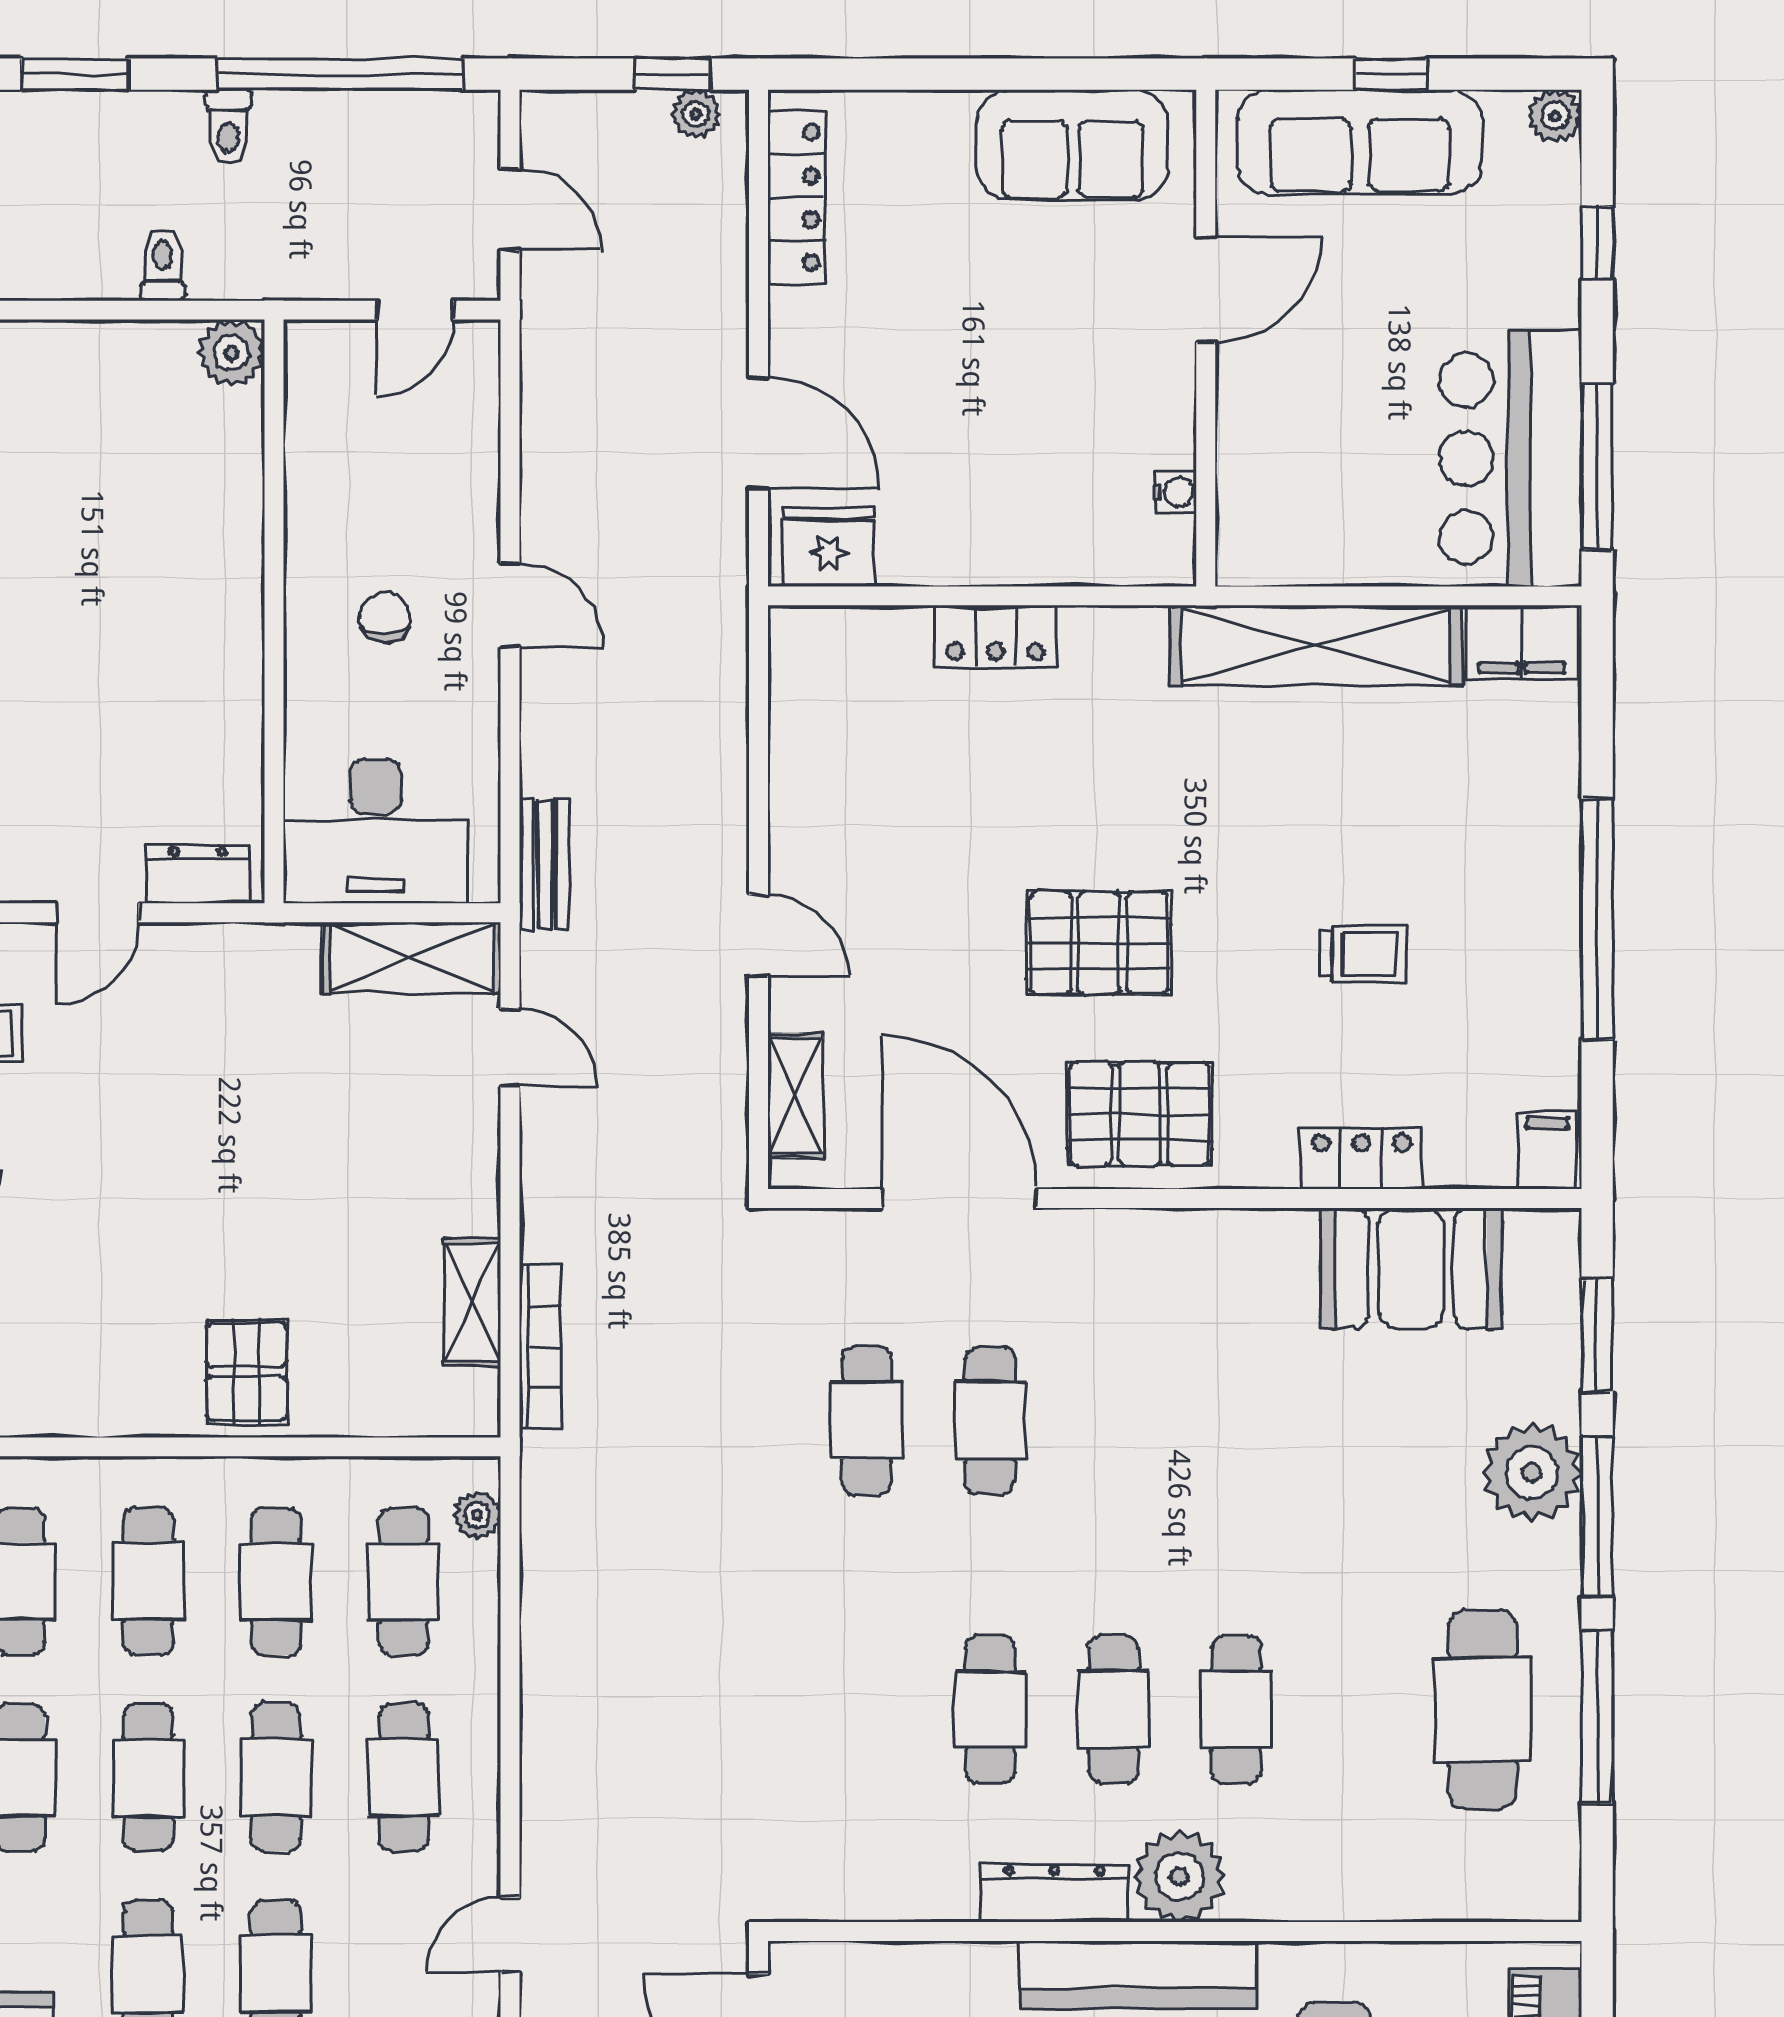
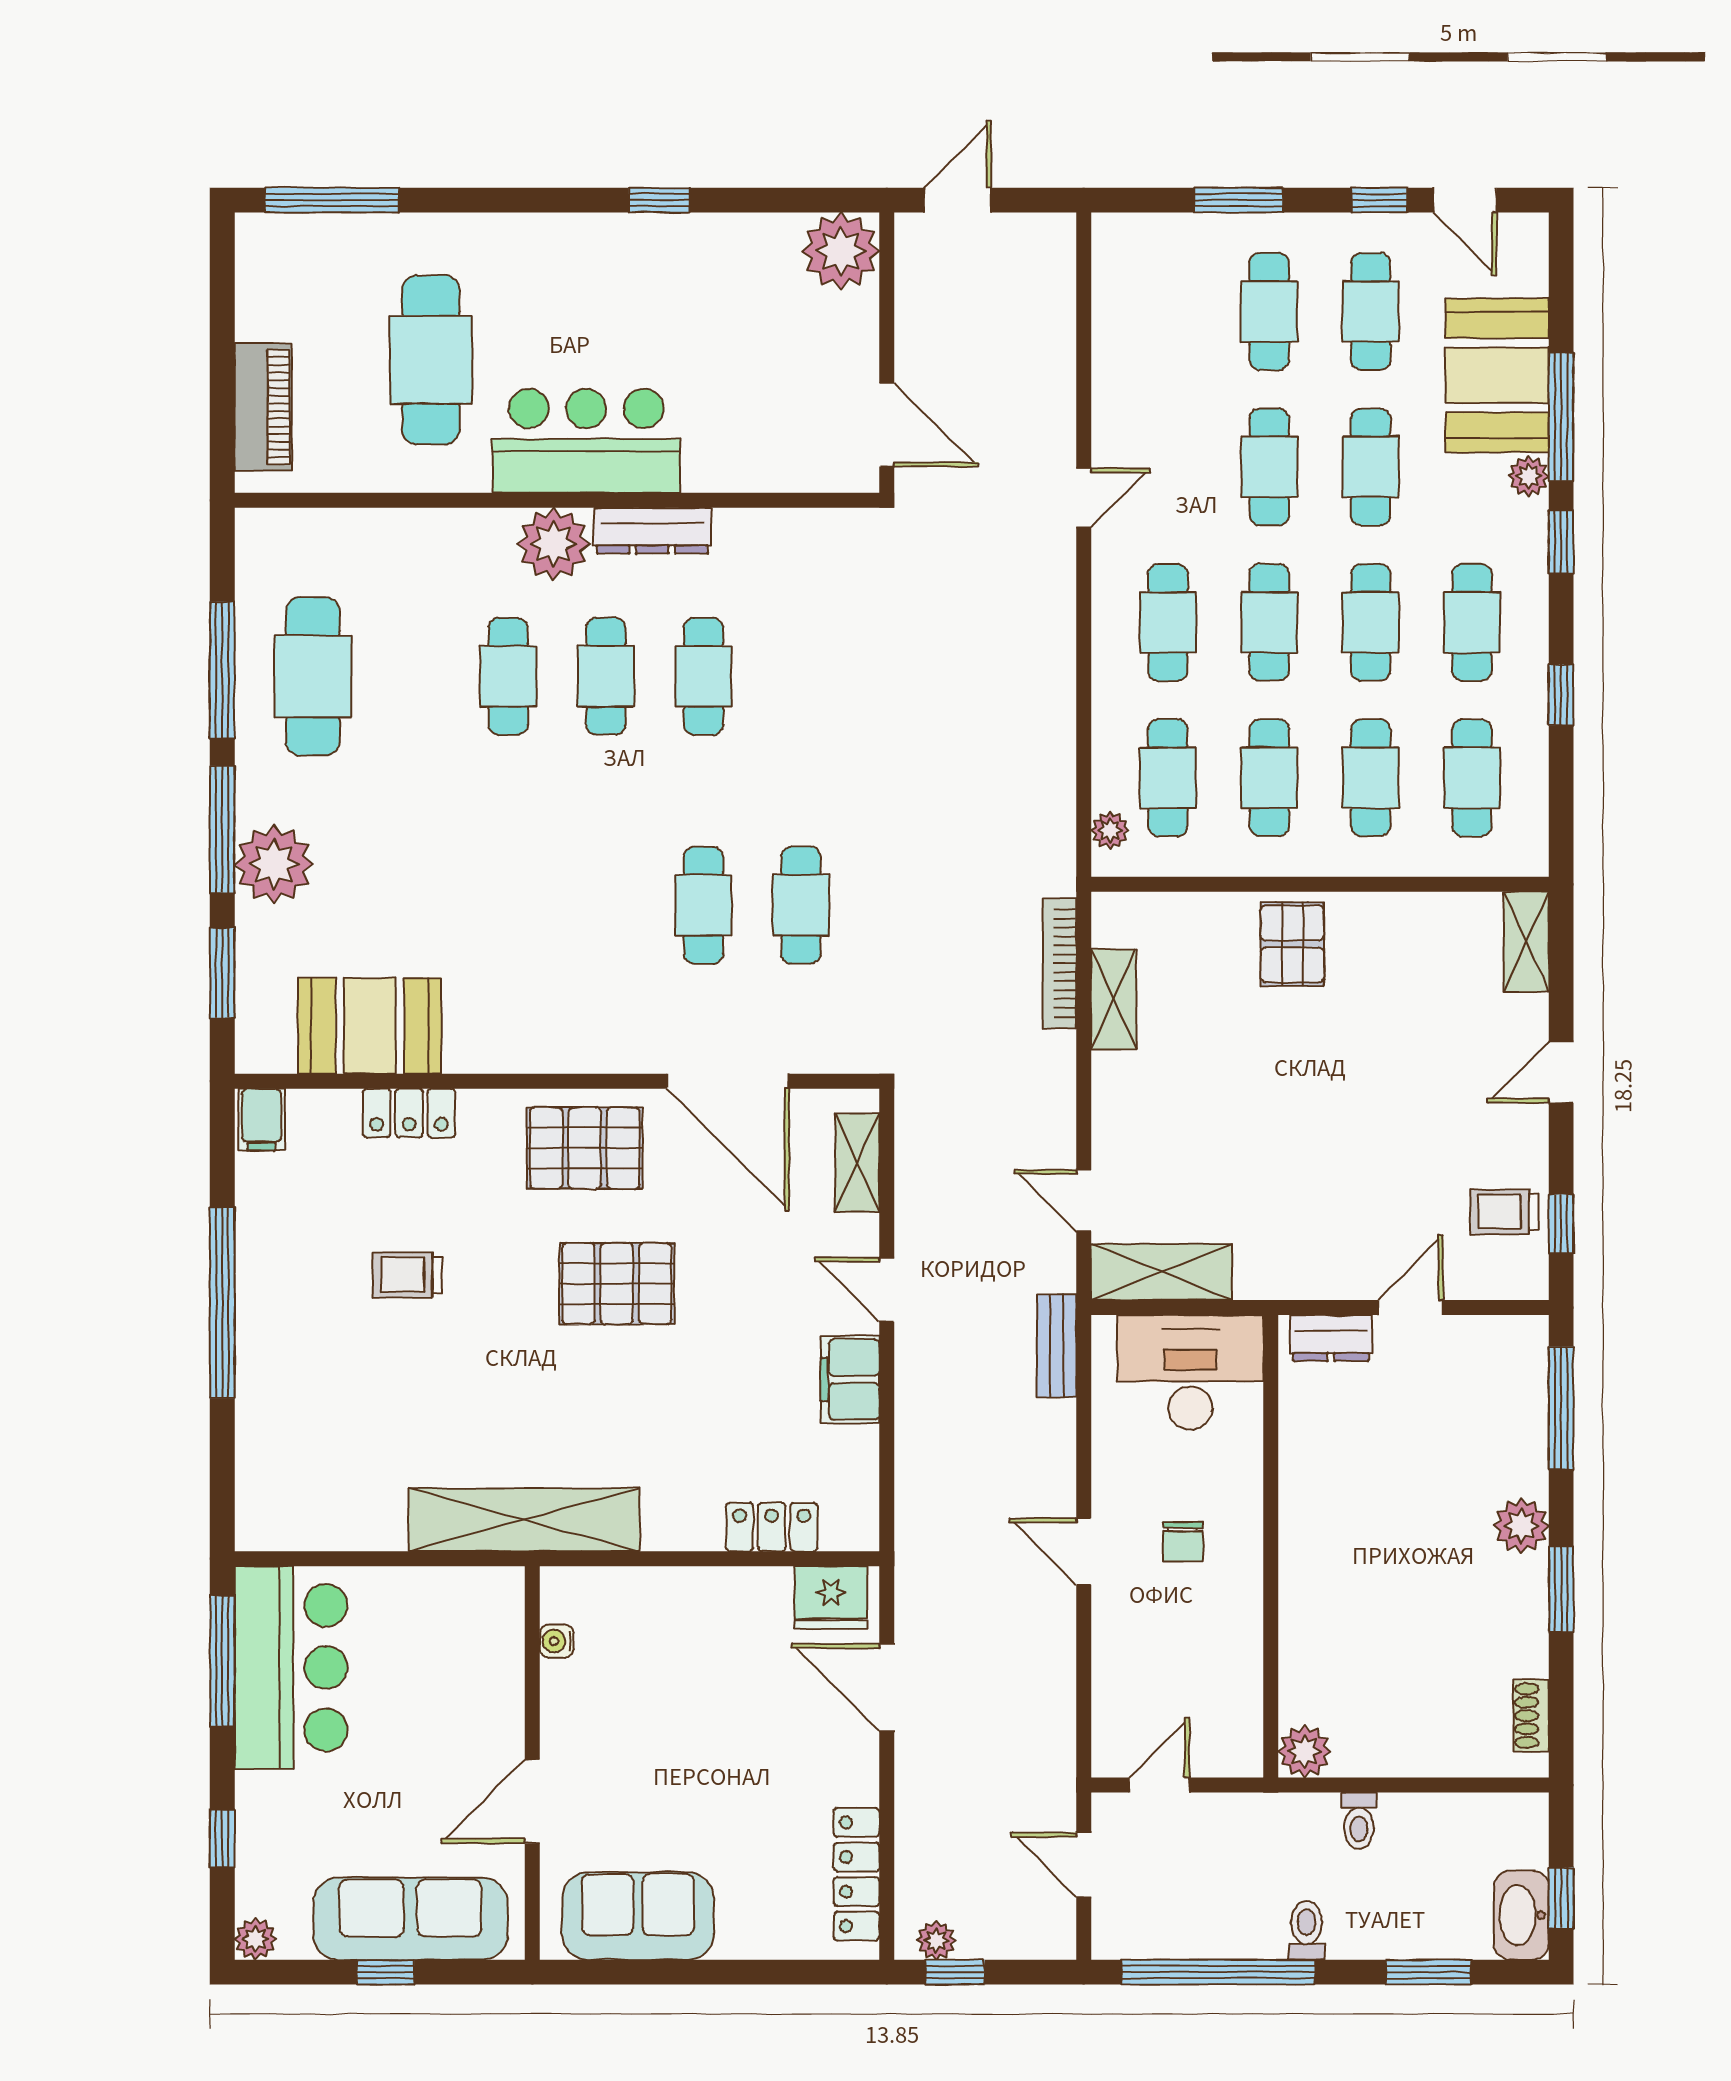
locker: (996, 636) -> (772, 1527), moved
filing cabinet: (1522, 642) -> (850, 1379), moved, turned -90
shelving: (1316, 645) -> (524, 1520), moved

